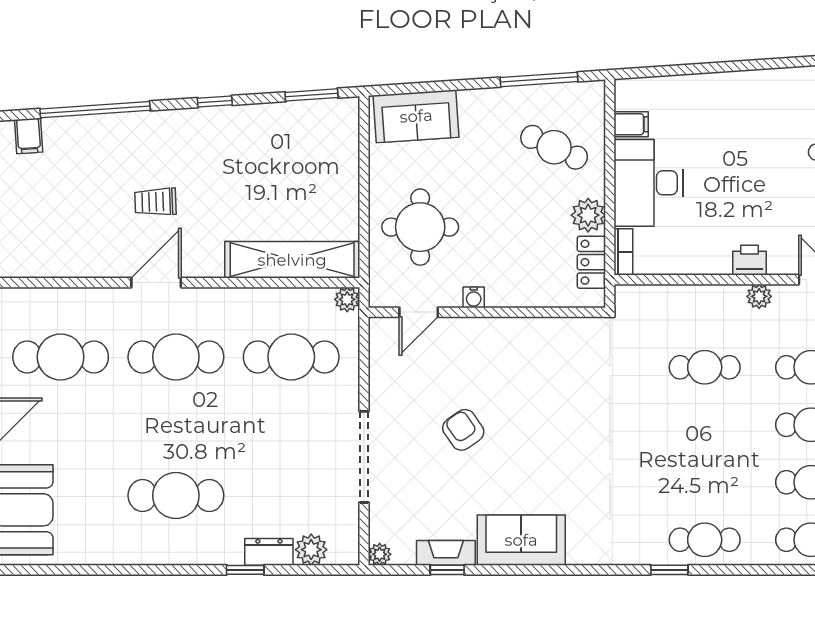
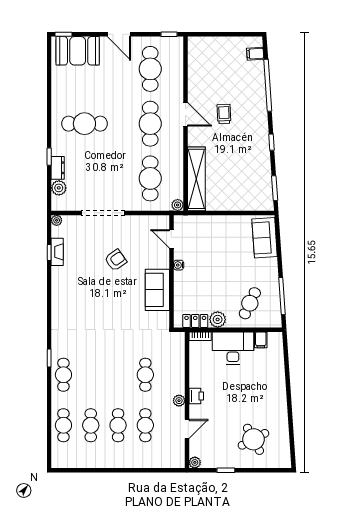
round table: (420, 227) -> (212, 240), removed
cafe table: (176, 495) -> (84, 124), turned 90
sofa: (521, 540) -> (157, 290), moved, turned 180

